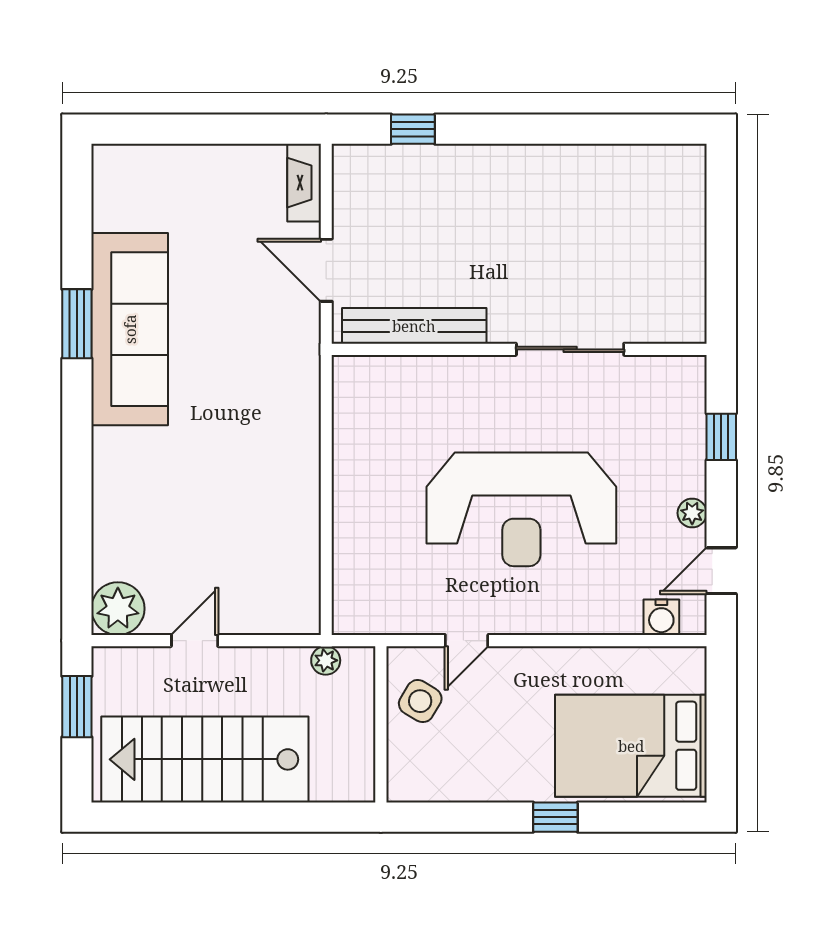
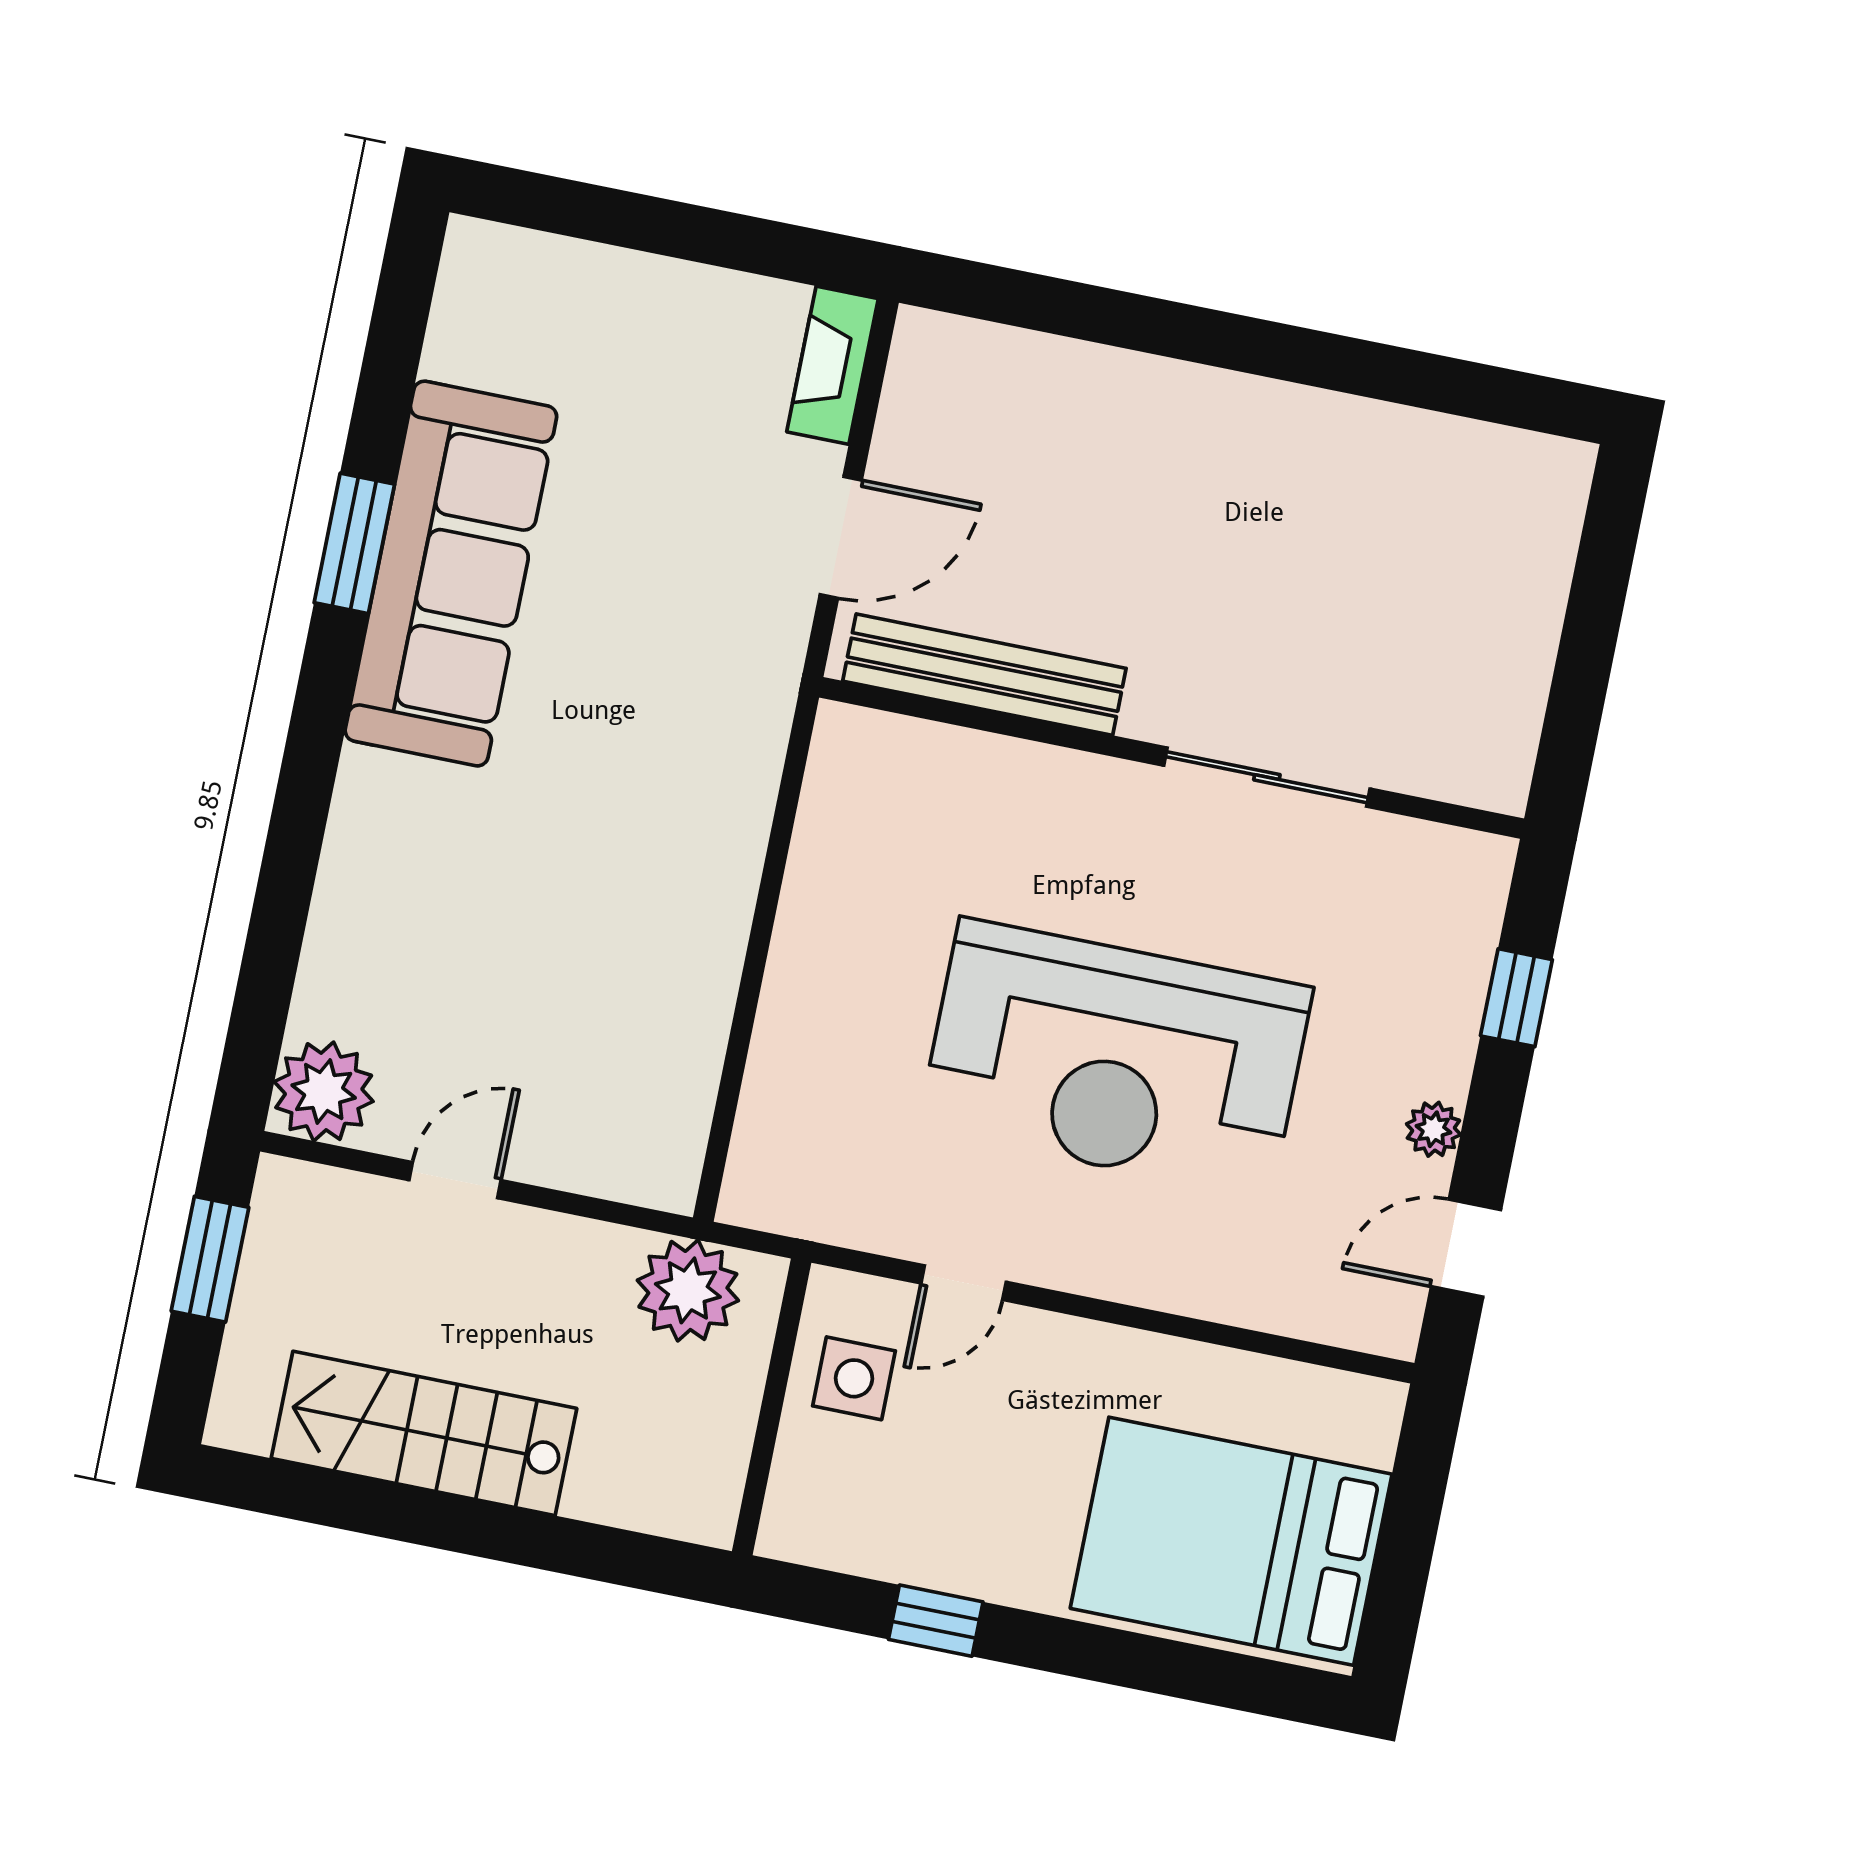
window: (413, 129) -> (1056, 306), removed
door: (326, 270) -> (841, 537), swing flipped
water cooler: (661, 617) -> (1337, 1313), removed
plant: (326, 660) -> (688, 1290), width x1.88, depth x1.88
side table: (420, 701) -> (854, 1378), turned -31
stairs: (205, 759) -> (424, 1433), width x0.73, depth x0.66
window: (555, 817) -> (936, 1621), moved

